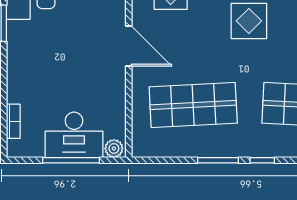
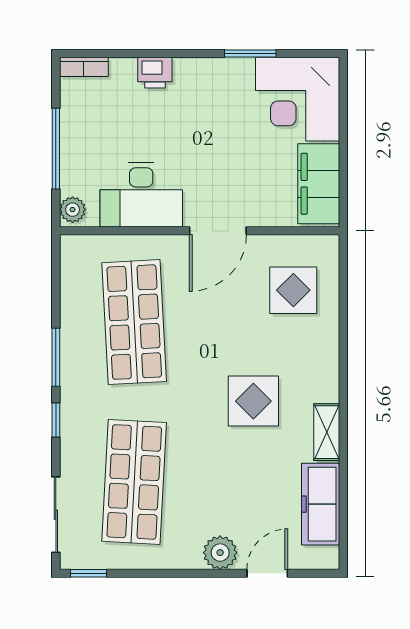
printer: (17, 90) -> (155, 73), added
bookcase: (13, 121) -> (84, 67), moved
desk: (74, 135) -> (141, 195), moved, turned -90

